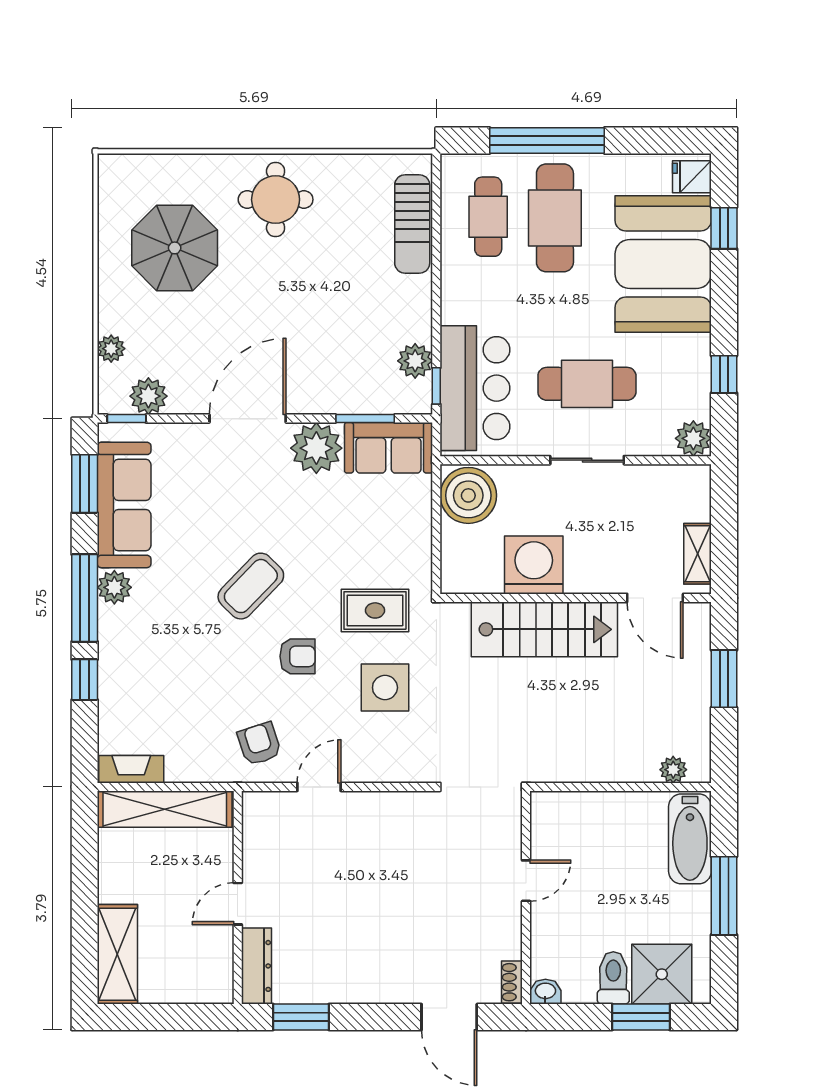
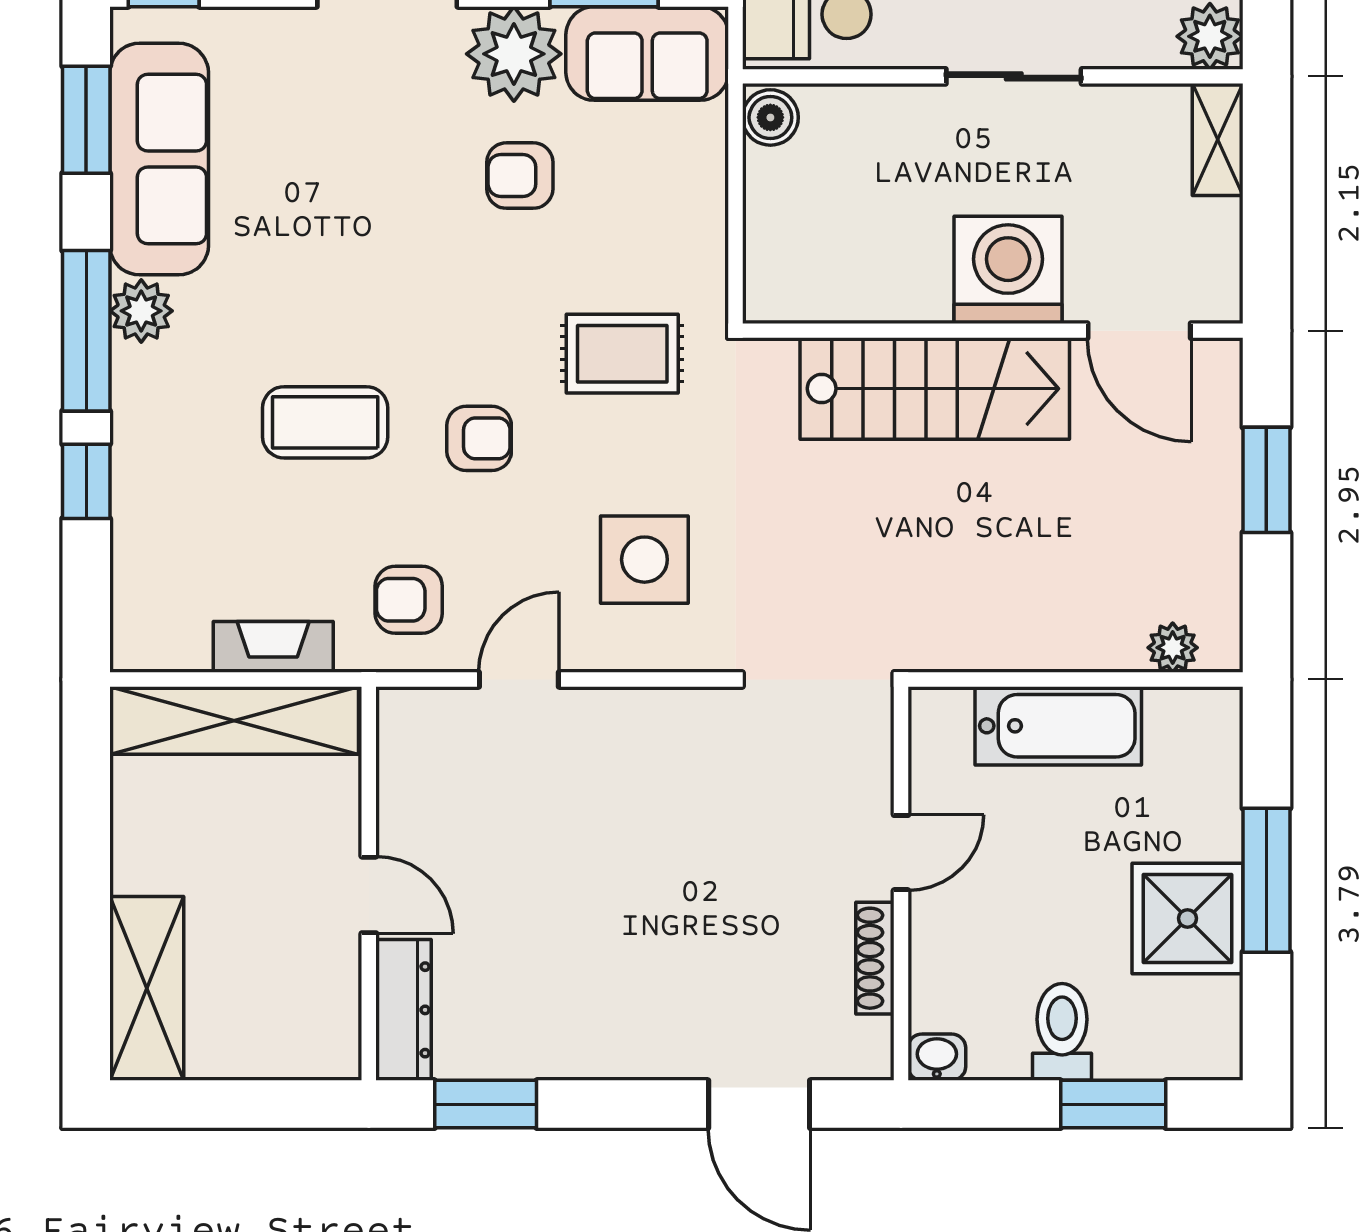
boiler: (468, 495) -> (770, 117), width x0.54, depth x0.54
armchair: (320, 514) -> (520, 176), added
shelving: (698, 554) -> (1218, 140), moved
washing machine: (534, 565) -> (1008, 270), moved
coffee table: (251, 586) -> (325, 422), moved, turned 46
side table: (385, 688) -> (644, 560), moved
armchair: (259, 744) -> (409, 600), turned -72
fireplace: (131, 769) -> (273, 647), moved
bathtub: (690, 839) -> (1058, 726), moved, turned -90
door: (238, 904) -> (369, 895), swing flipped
shower: (662, 974) -> (1187, 918), moved
shoe rack: (512, 982) -> (875, 958), moved, width x1.43

